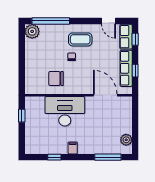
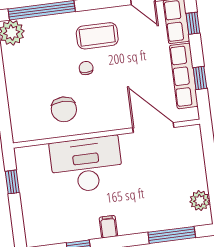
chair: (56, 78) -> (64, 109), turned -90

